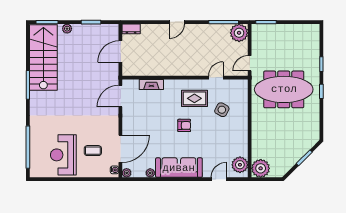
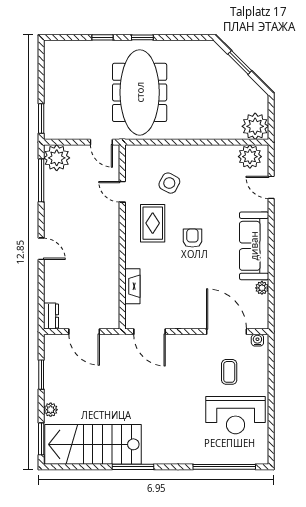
plant: (127, 173) -> (262, 322), removed

